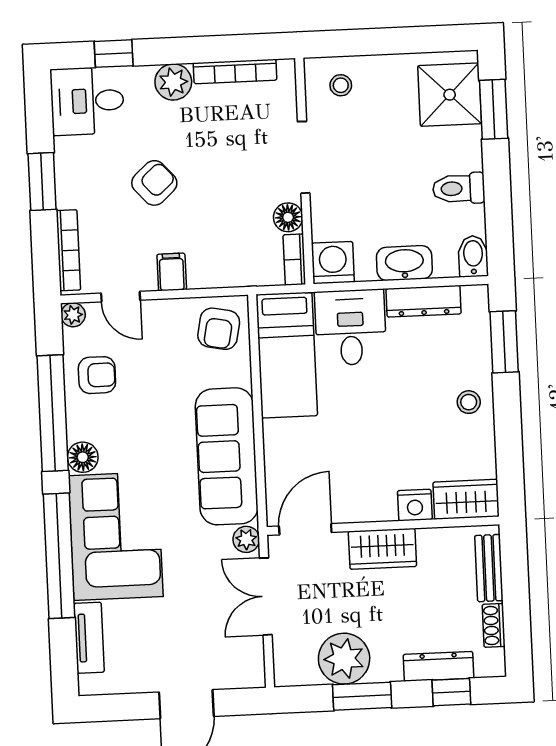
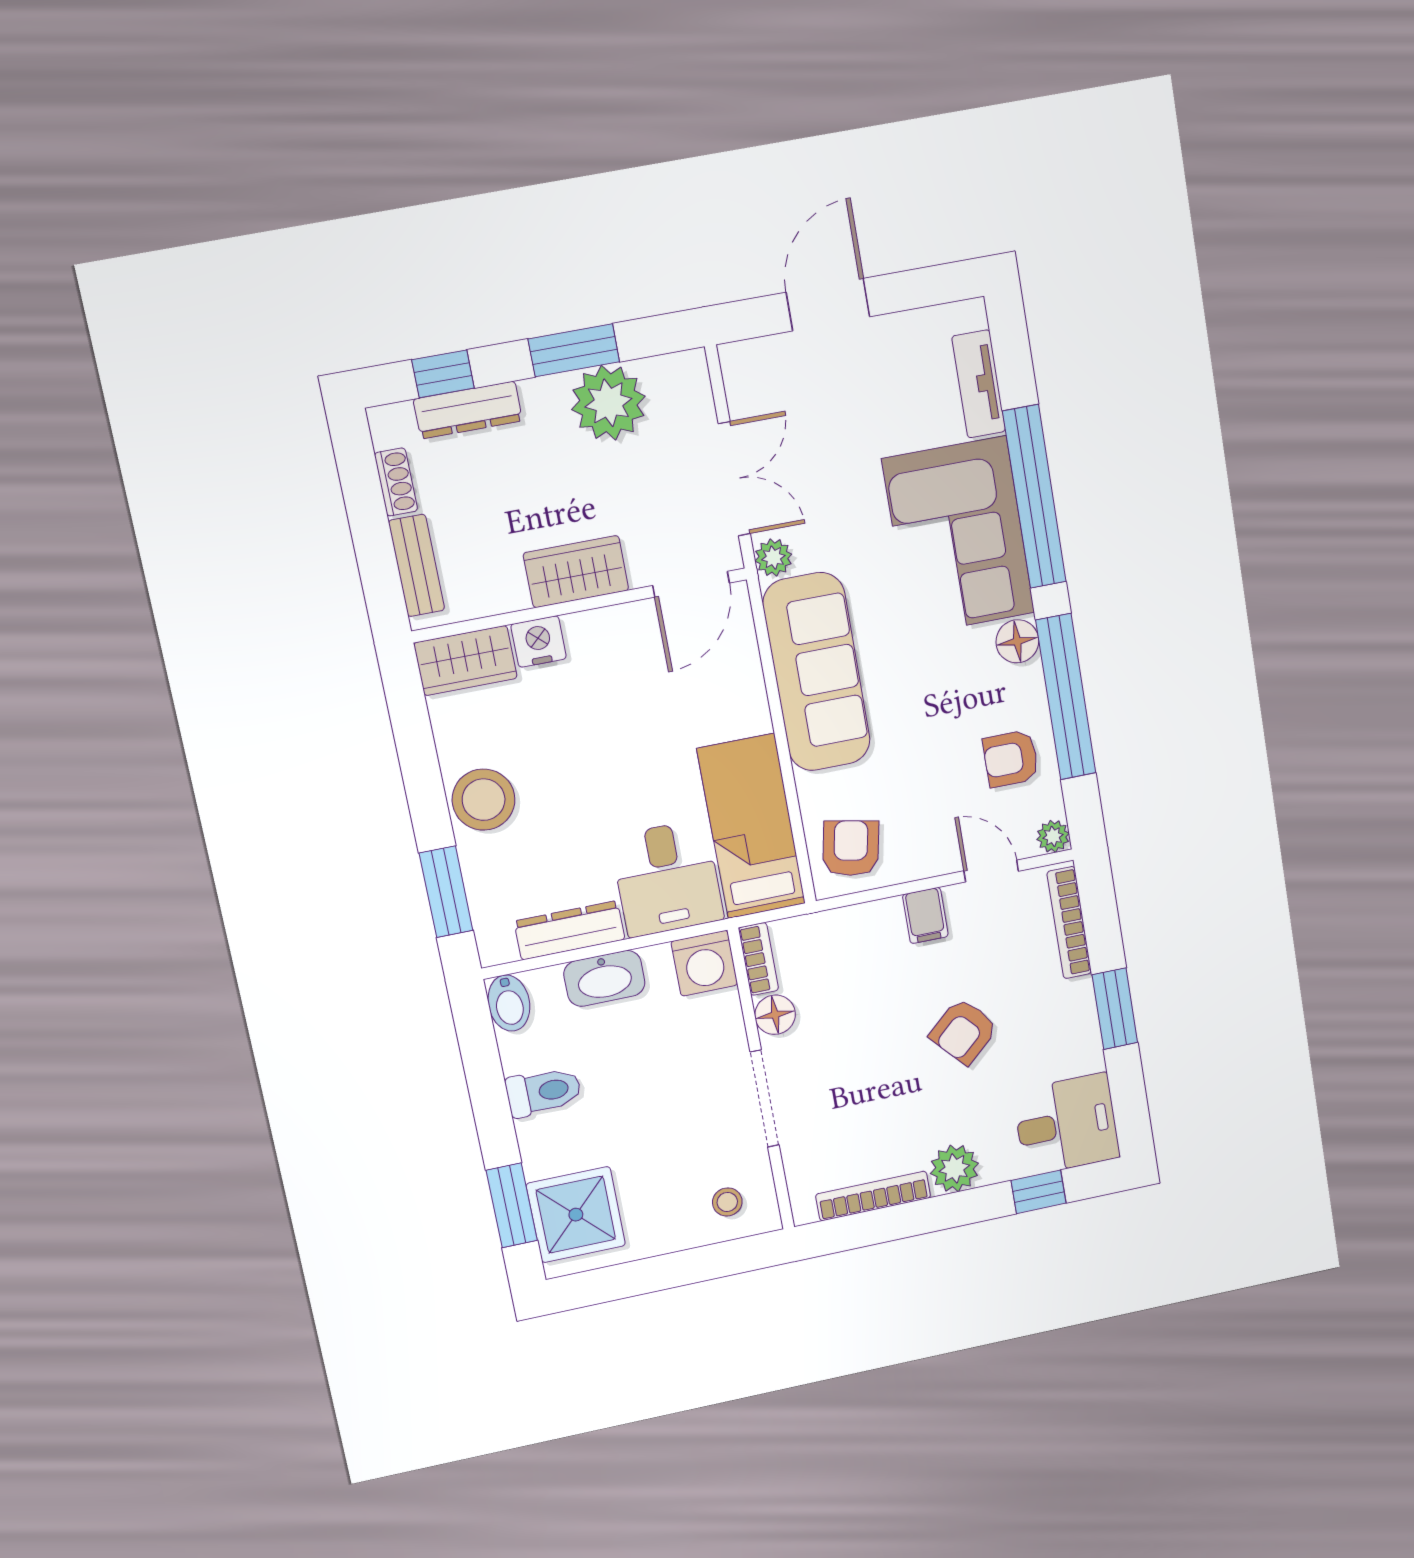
stool: (469, 402) -> (484, 800), width x1.89, depth x1.89

